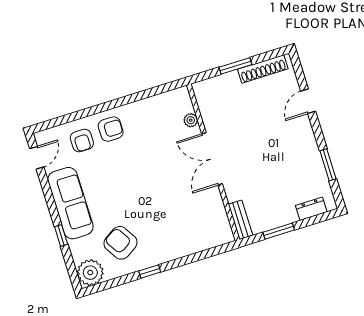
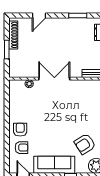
door: (308, 101) -> (39, 15), hinge flipped
double door: (212, 159) -> (54, 79), swing flipped

